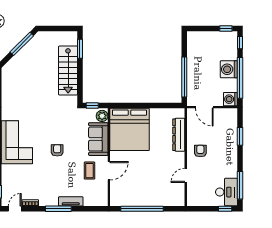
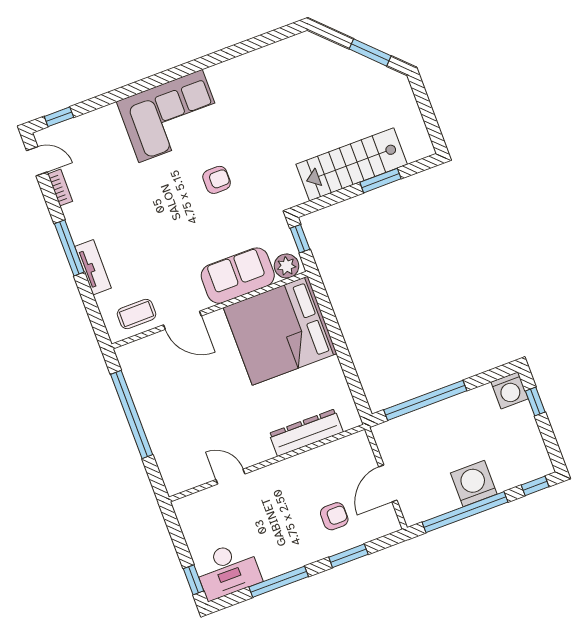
window: (226, 29) -> (535, 401), moved
window: (22, 44) -> (370, 52), width x0.69
window: (80, 49) -> (381, 181), moved
washing machine: (231, 99) -> (510, 390), moved, turned 180
door: (204, 107) -> (388, 483), moved
armchair: (57, 150) -> (217, 180), moved
armchair: (200, 151) -> (334, 516), moved
coffee table: (89, 171) -> (137, 314), moved
window: (240, 185) -> (279, 582), moved

